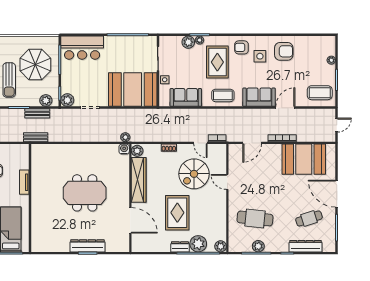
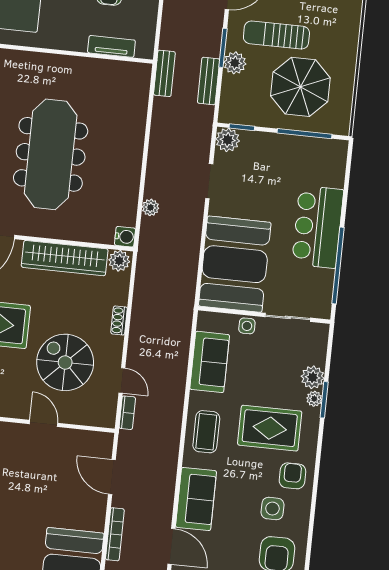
bar counter: (82, 48) -> (318, 227), moved
plant: (46, 100) -> (235, 63), moved
plant: (125, 137) -> (150, 207), moved
door: (200, 143) -> (122, 380), swing flipped
tv unit: (24, 182) -> (111, 46), moved
door: (227, 182) -> (44, 423), hinge flipped
meeting table: (85, 193) -> (51, 154), width x1.36

